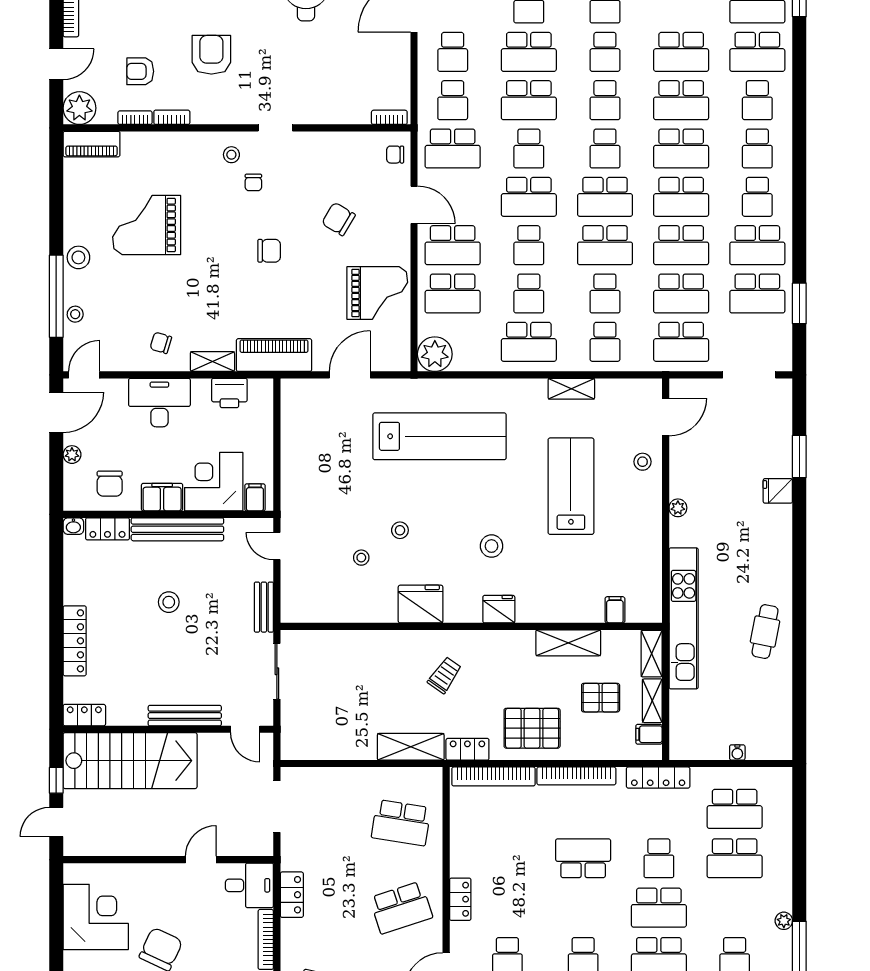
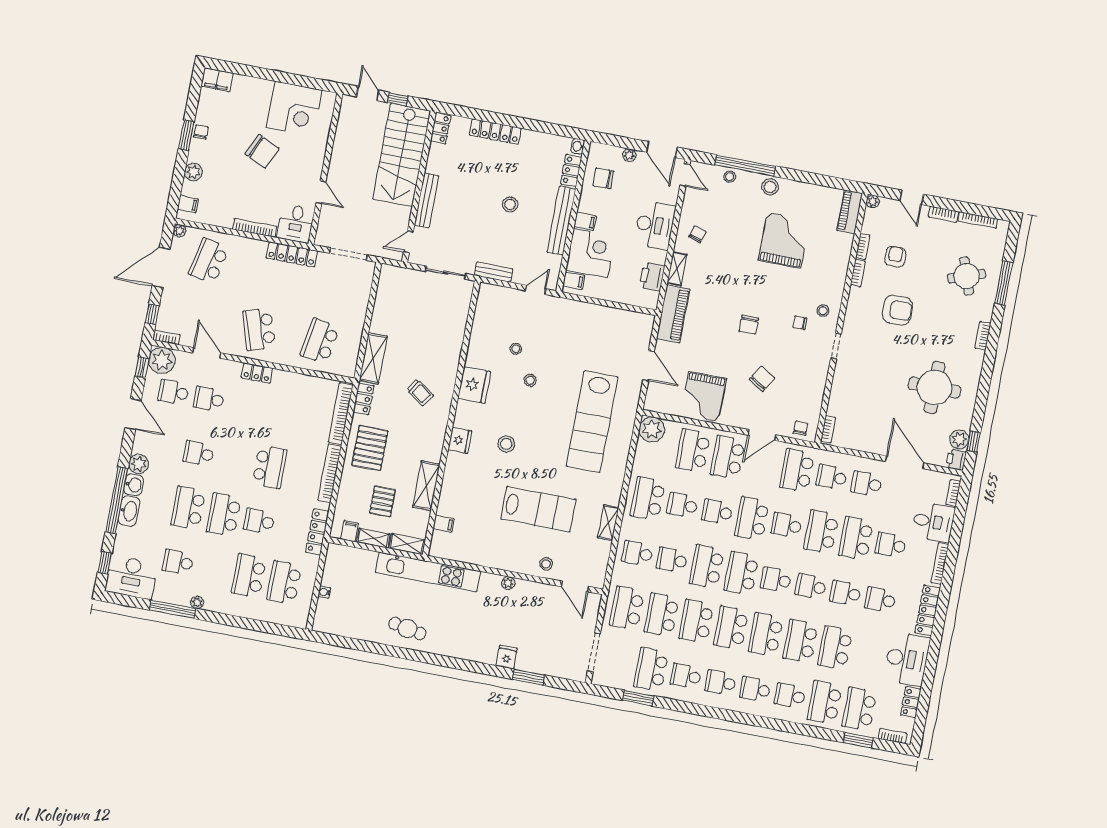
plant: (79, 108) -> (873, 201), width x0.53, depth x0.53
school desk: (757, 245) -> (686, 676), width x0.54
filing cabinet: (162, 497) -> (585, 221), width x0.50
locker: (292, 895) -> (292, 254), width x1.53

